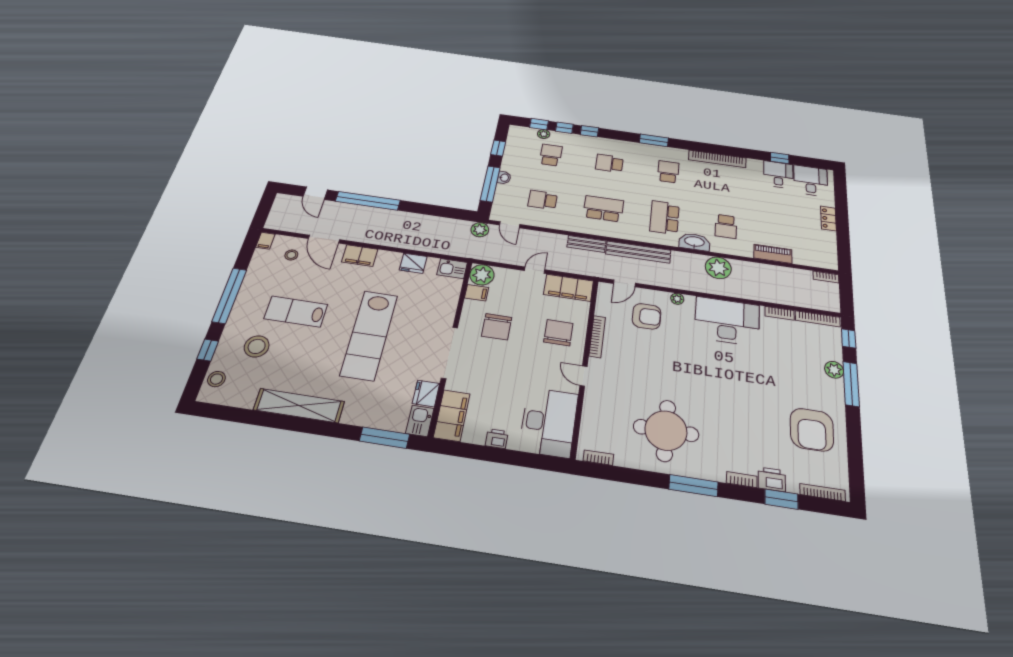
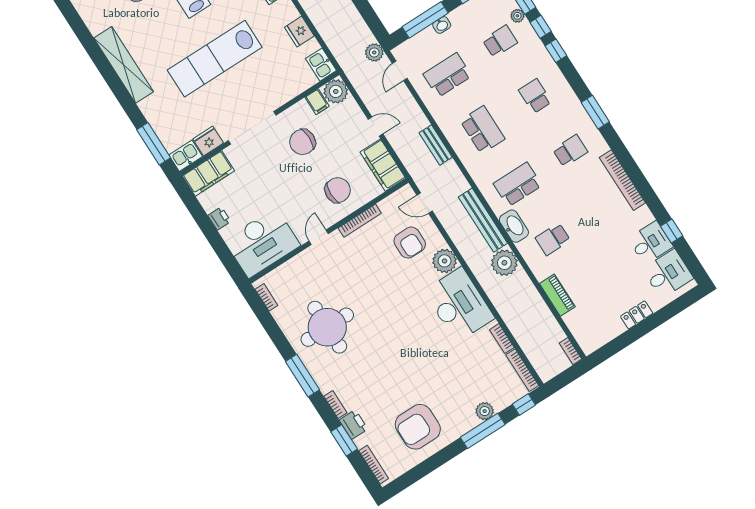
school desk: (543, 200) -> (447, 75), width x1.85
bench: (638, 252) -> (483, 220), moved
plant: (677, 299) -> (445, 261), width x1.88, depth x1.88

